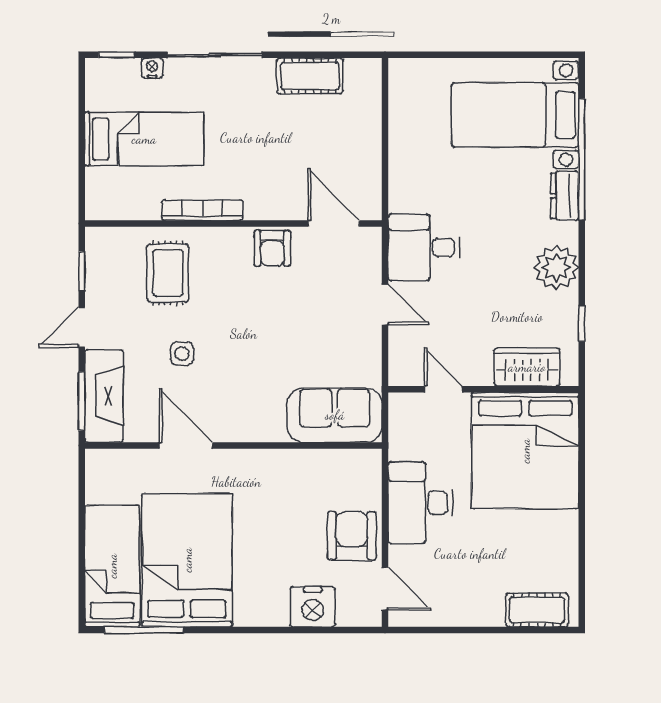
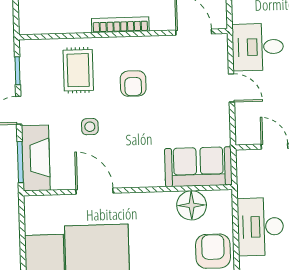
bookcase: (203, 210) -> (120, 25), moved
armchair: (272, 248) -> (133, 84), moved
floor lamp: (323, 470) -> (192, 205), added

